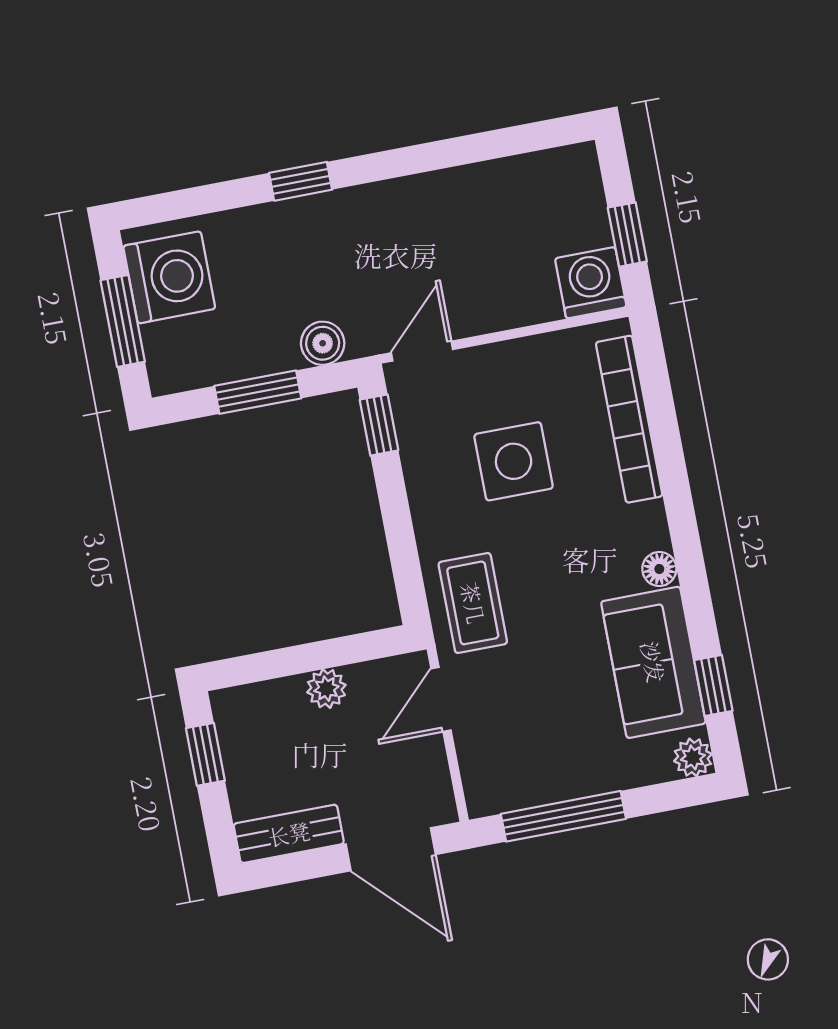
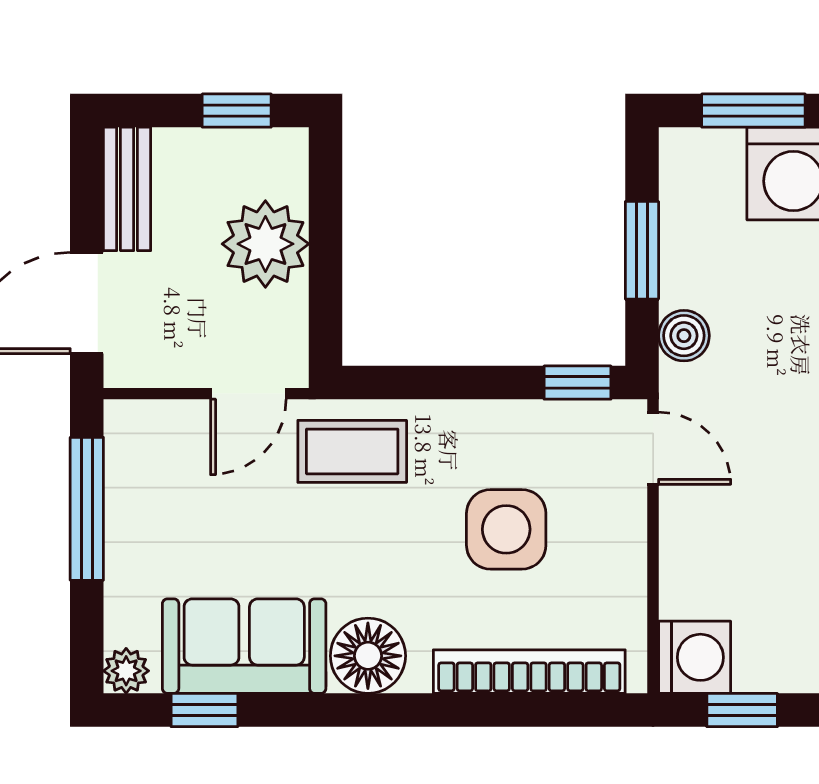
floor lamp: (659, 569) -> (368, 656), width x1.89, depth x1.89
plant: (326, 689) -> (265, 244), width x1.87, depth x1.87
door: (441, 699) -> (248, 394), swing flipped

